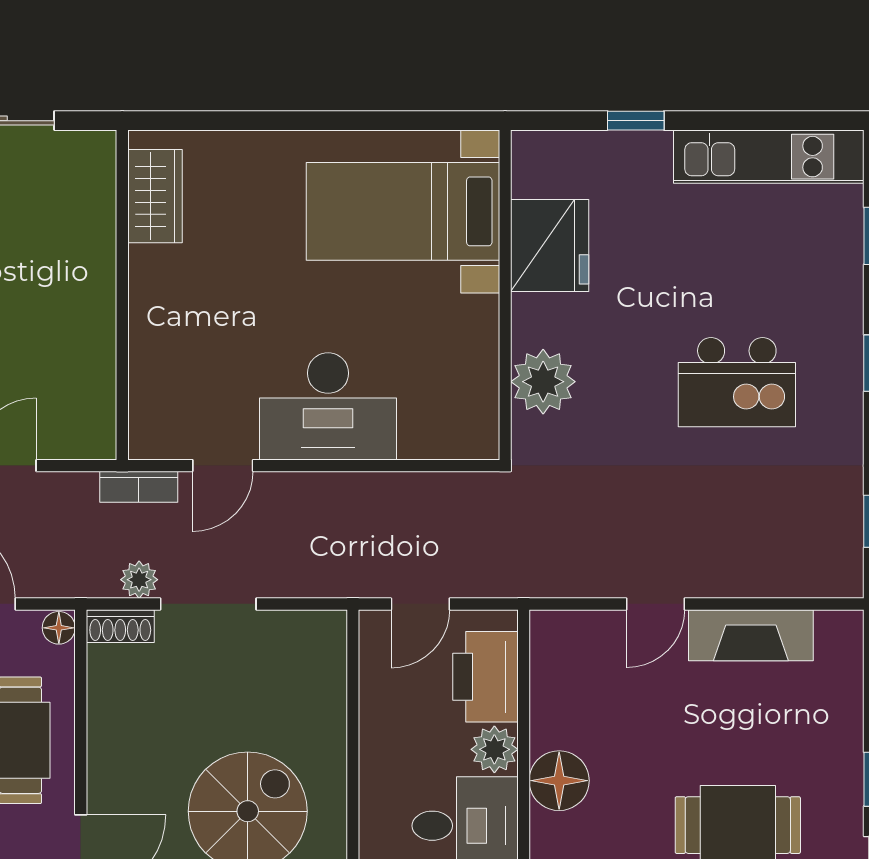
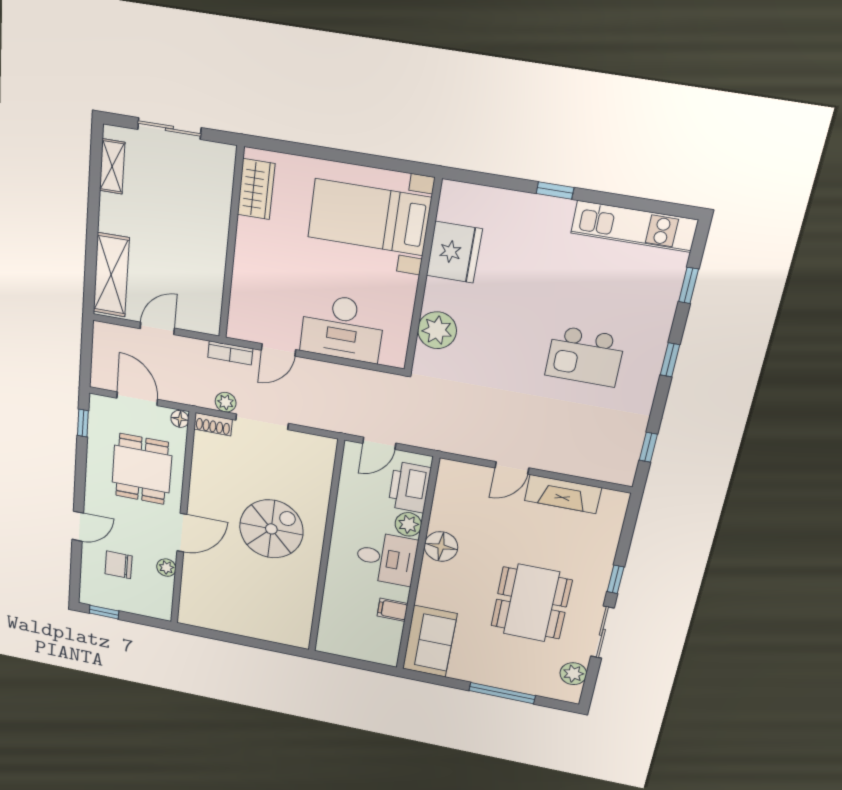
bed with nightstands: (403, 211) -> (369, 217), moved
fridge: (550, 245) -> (454, 252), moved
wall: (505, 295) -> (423, 277), moved
plant: (543, 382) -> (437, 330), moved

